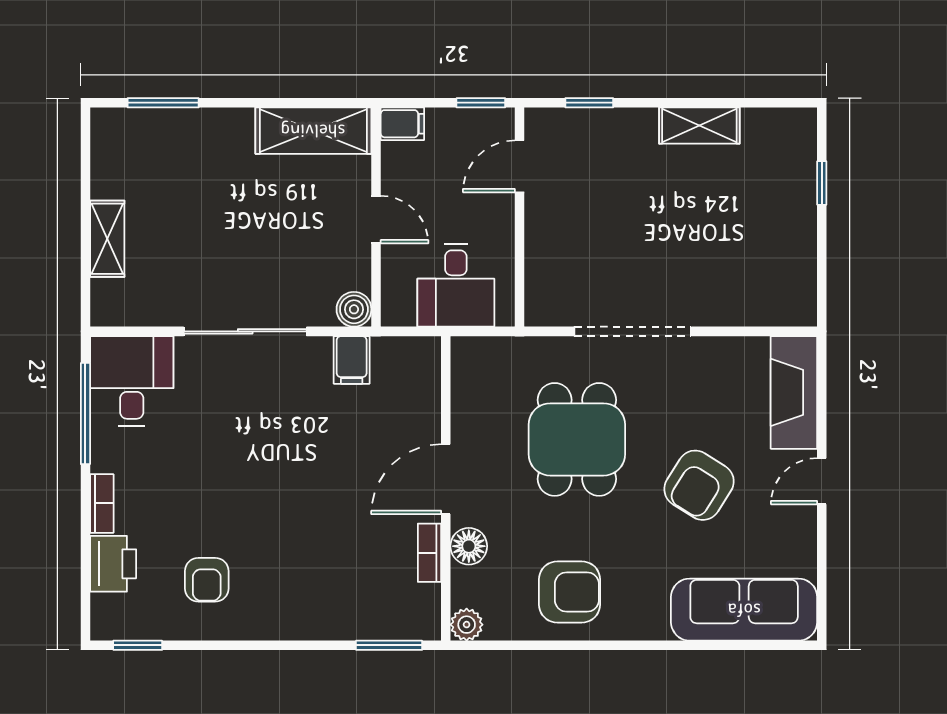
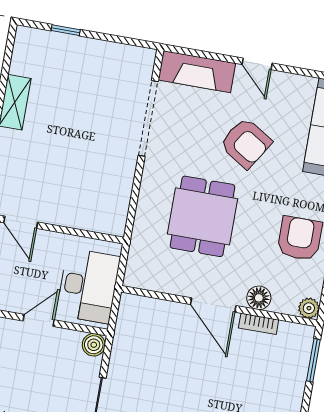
desk: (456, 285) -> (88, 286), width x1.37
doorway: (633, 331) -> (148, 118), moved
filing cabinet: (352, 360) -> (126, 352), removed
dining table: (577, 439) -> (203, 216), turned 90

